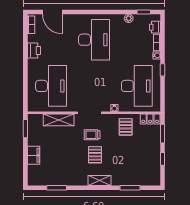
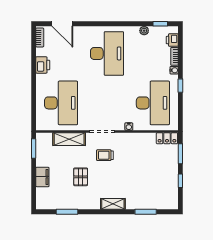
pallet: (126, 127) -> (141, 147), removed
pallet: (95, 155) -> (81, 177), moved

